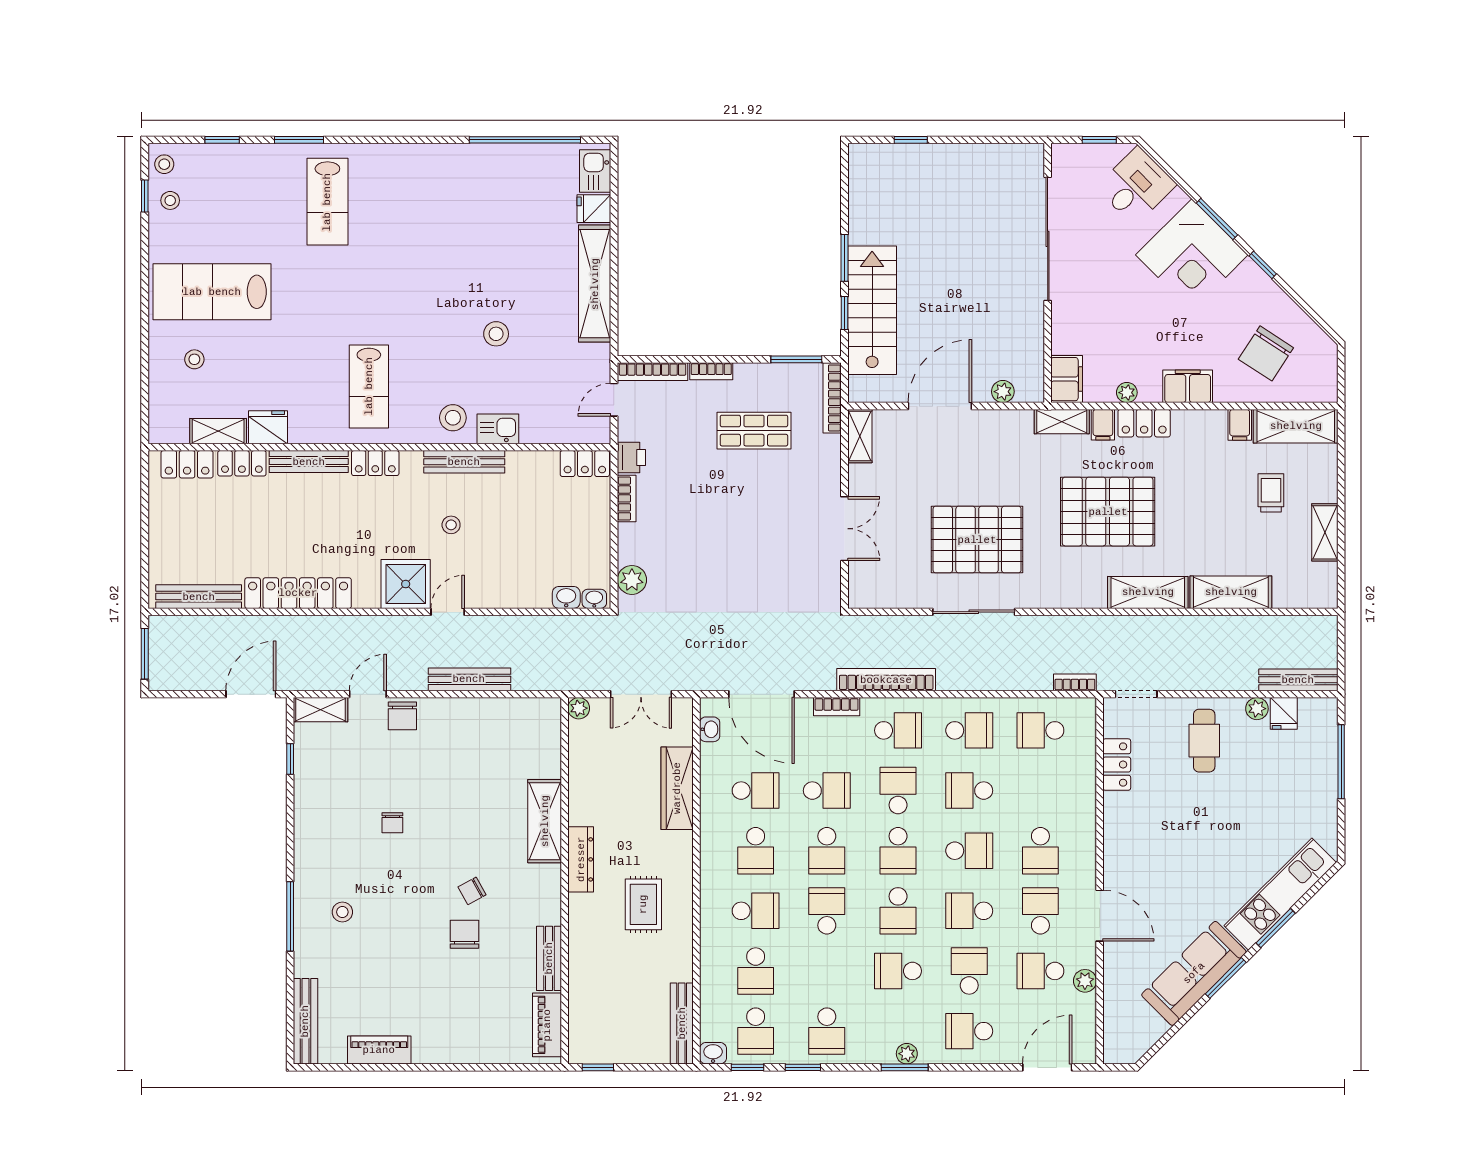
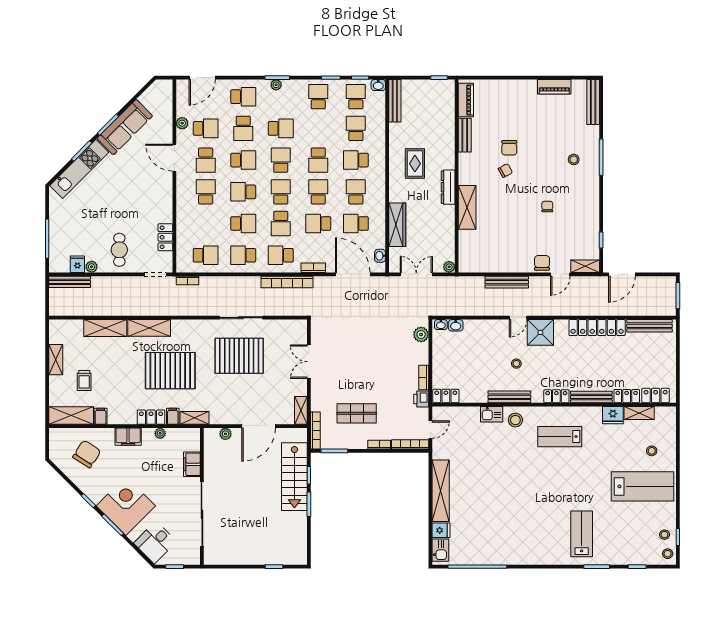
stool: (496, 334) -> (493, 464), removed
filing cabinet: (1067, 379) -> (192, 464), moved
lab bench: (369, 386) -> (560, 437), turned -90

